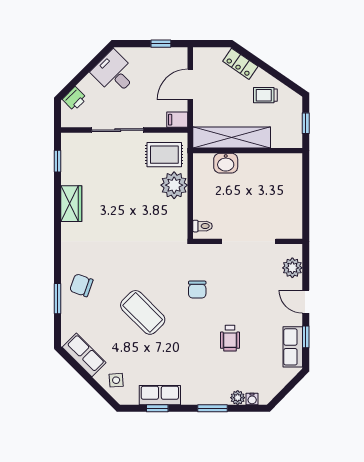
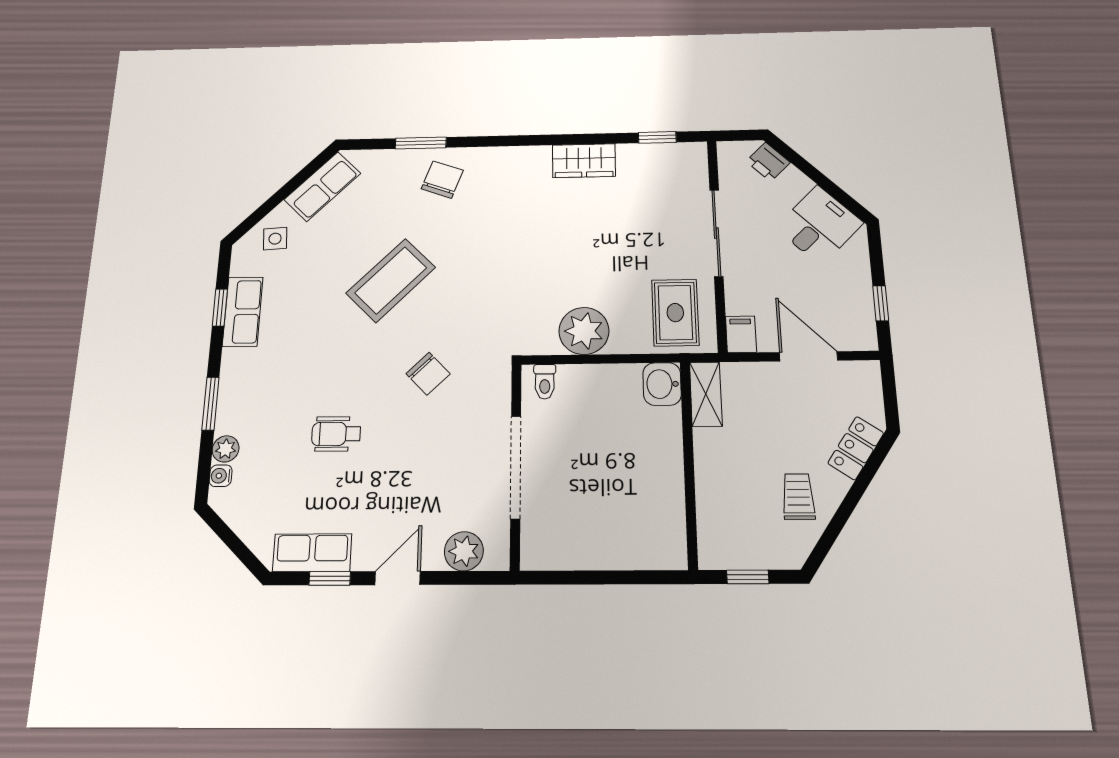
shelving: (232, 137) -> (706, 394), width x0.45, depth x0.75
washbasin: (226, 163) -> (662, 384), moved
plant: (174, 185) -> (584, 331), moved
chair: (197, 290) -> (428, 374), turned -134

